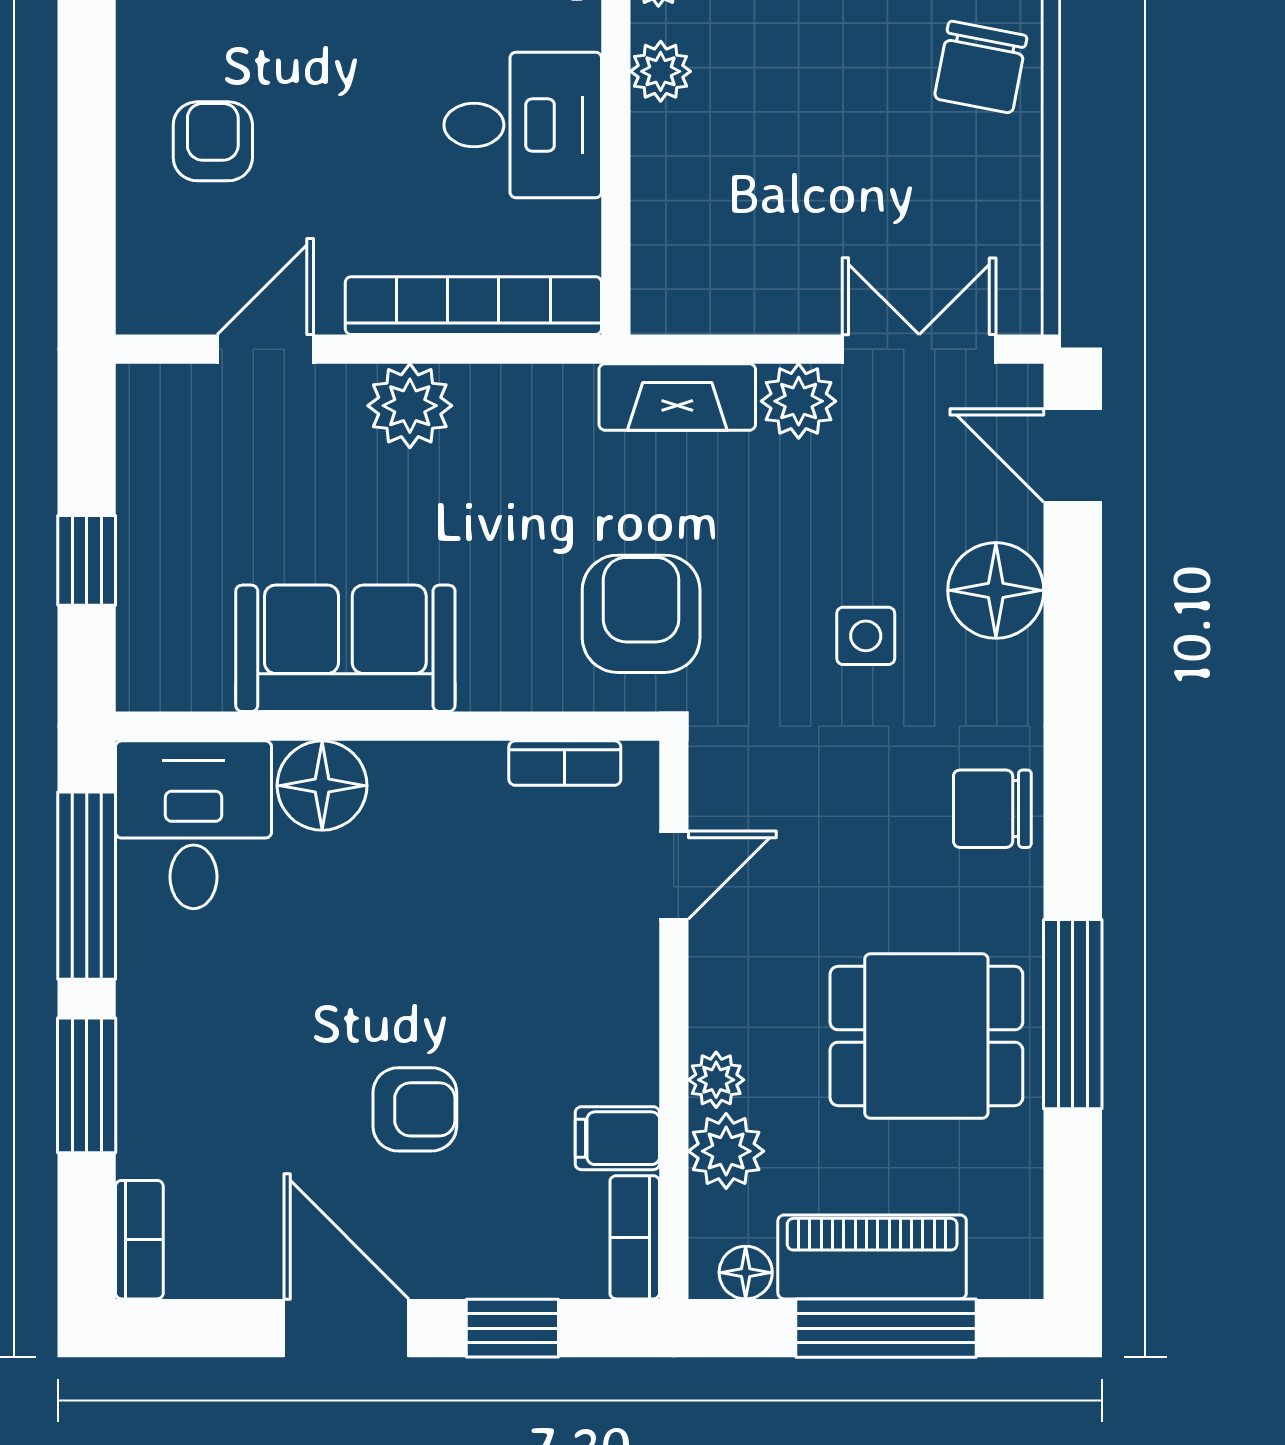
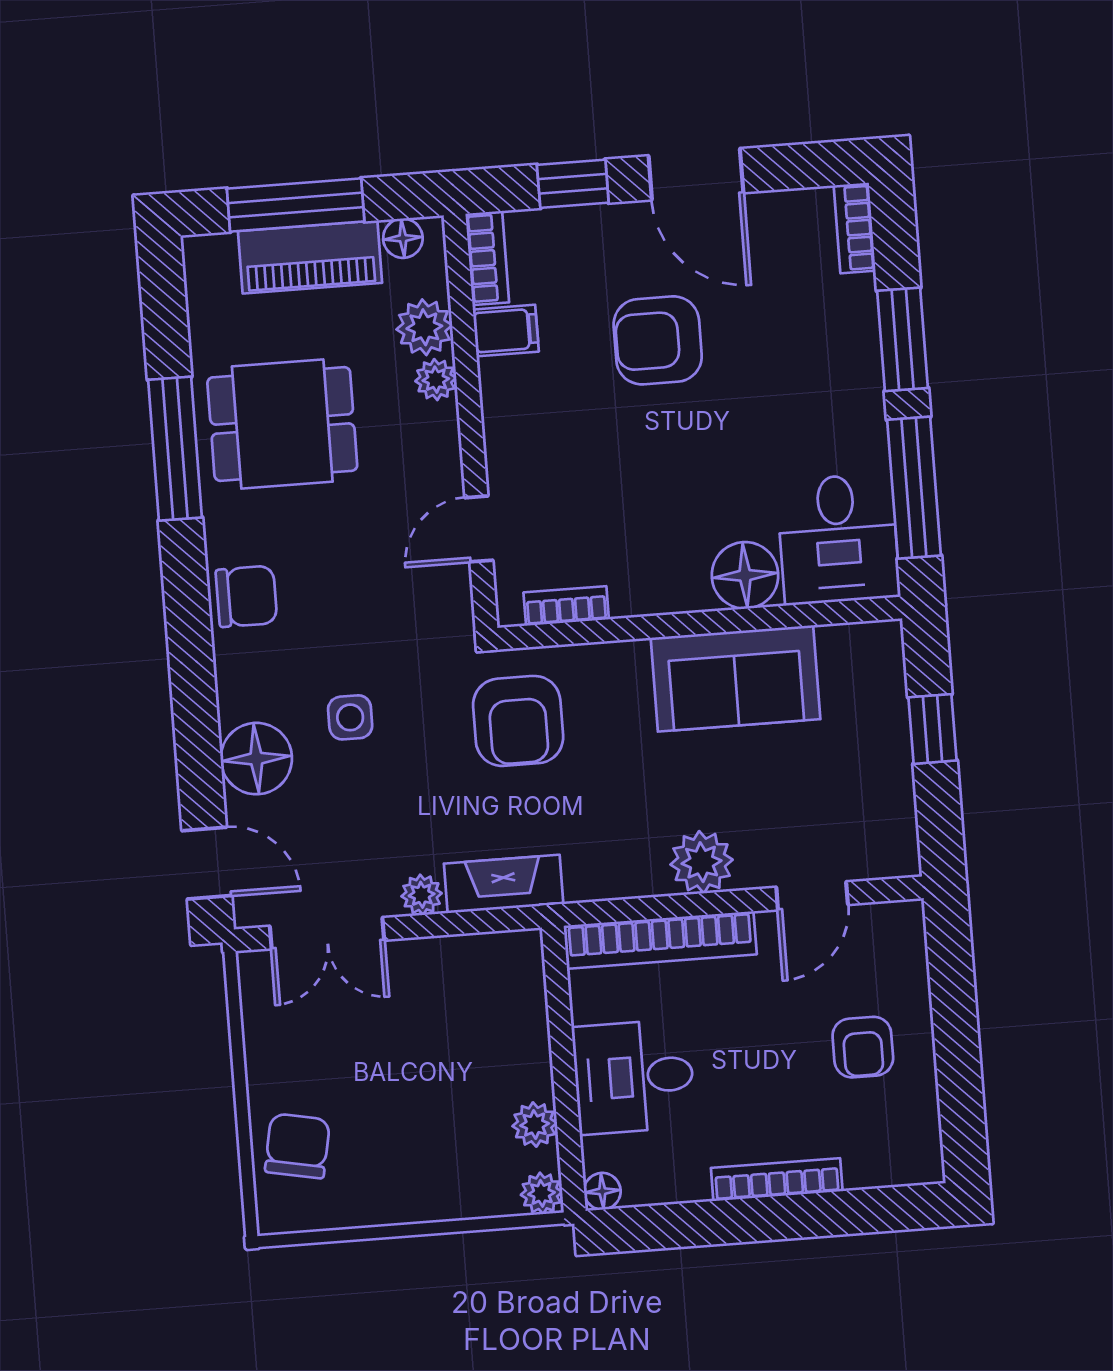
plant: (799, 401) -> (422, 895), width x0.73, depth x0.73
armchair: (415, 1109) -> (658, 340), width x1.38, depth x1.38

